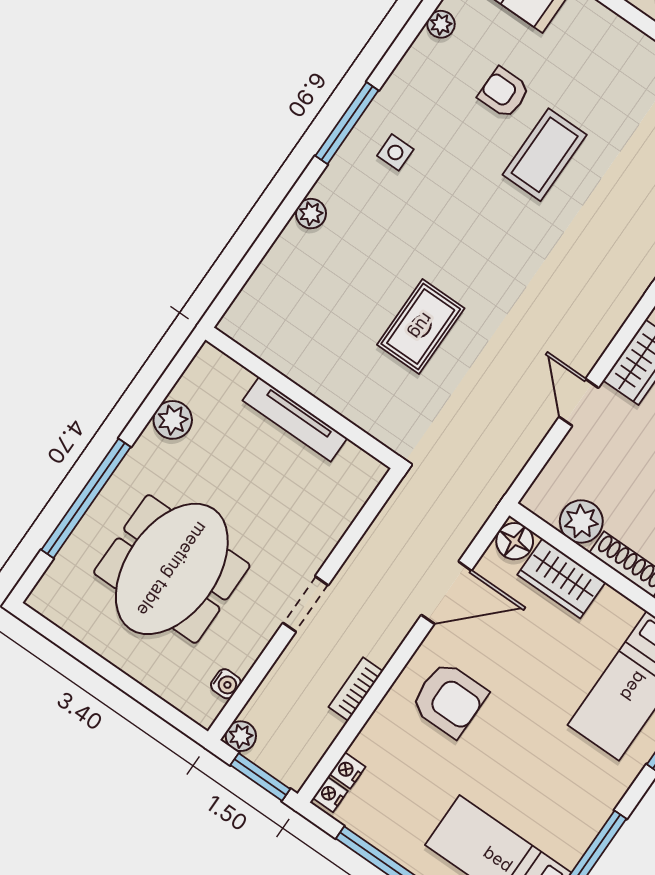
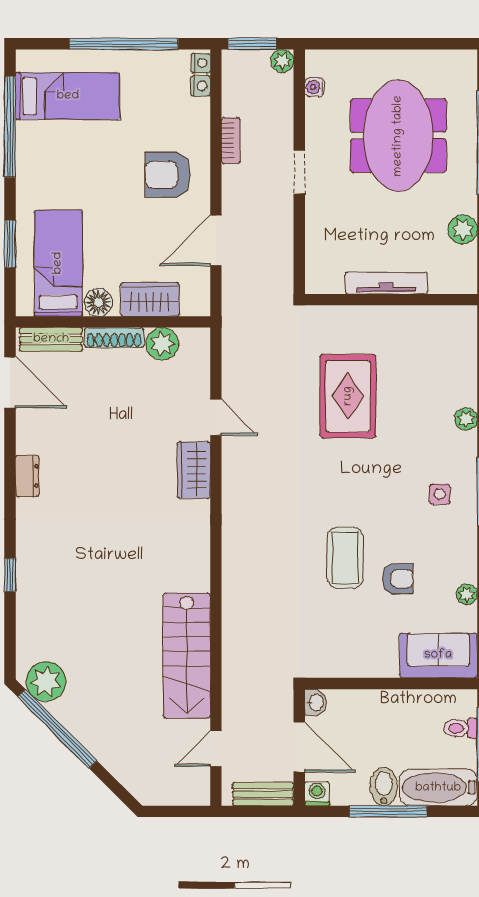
rug: (421, 326) -> (348, 396), width x1.36, depth x1.43
floor lamp: (515, 541) -> (98, 302), moved

